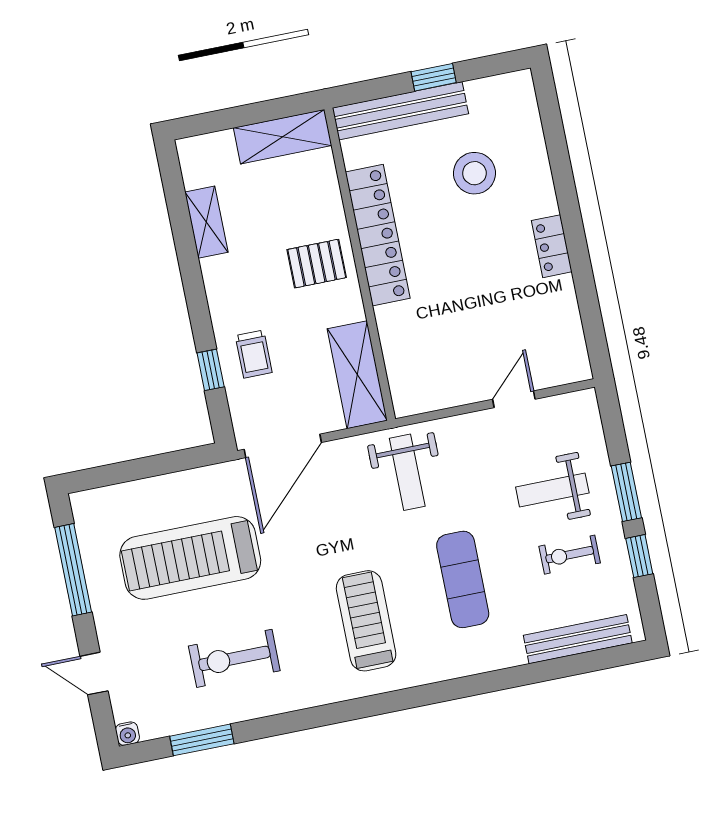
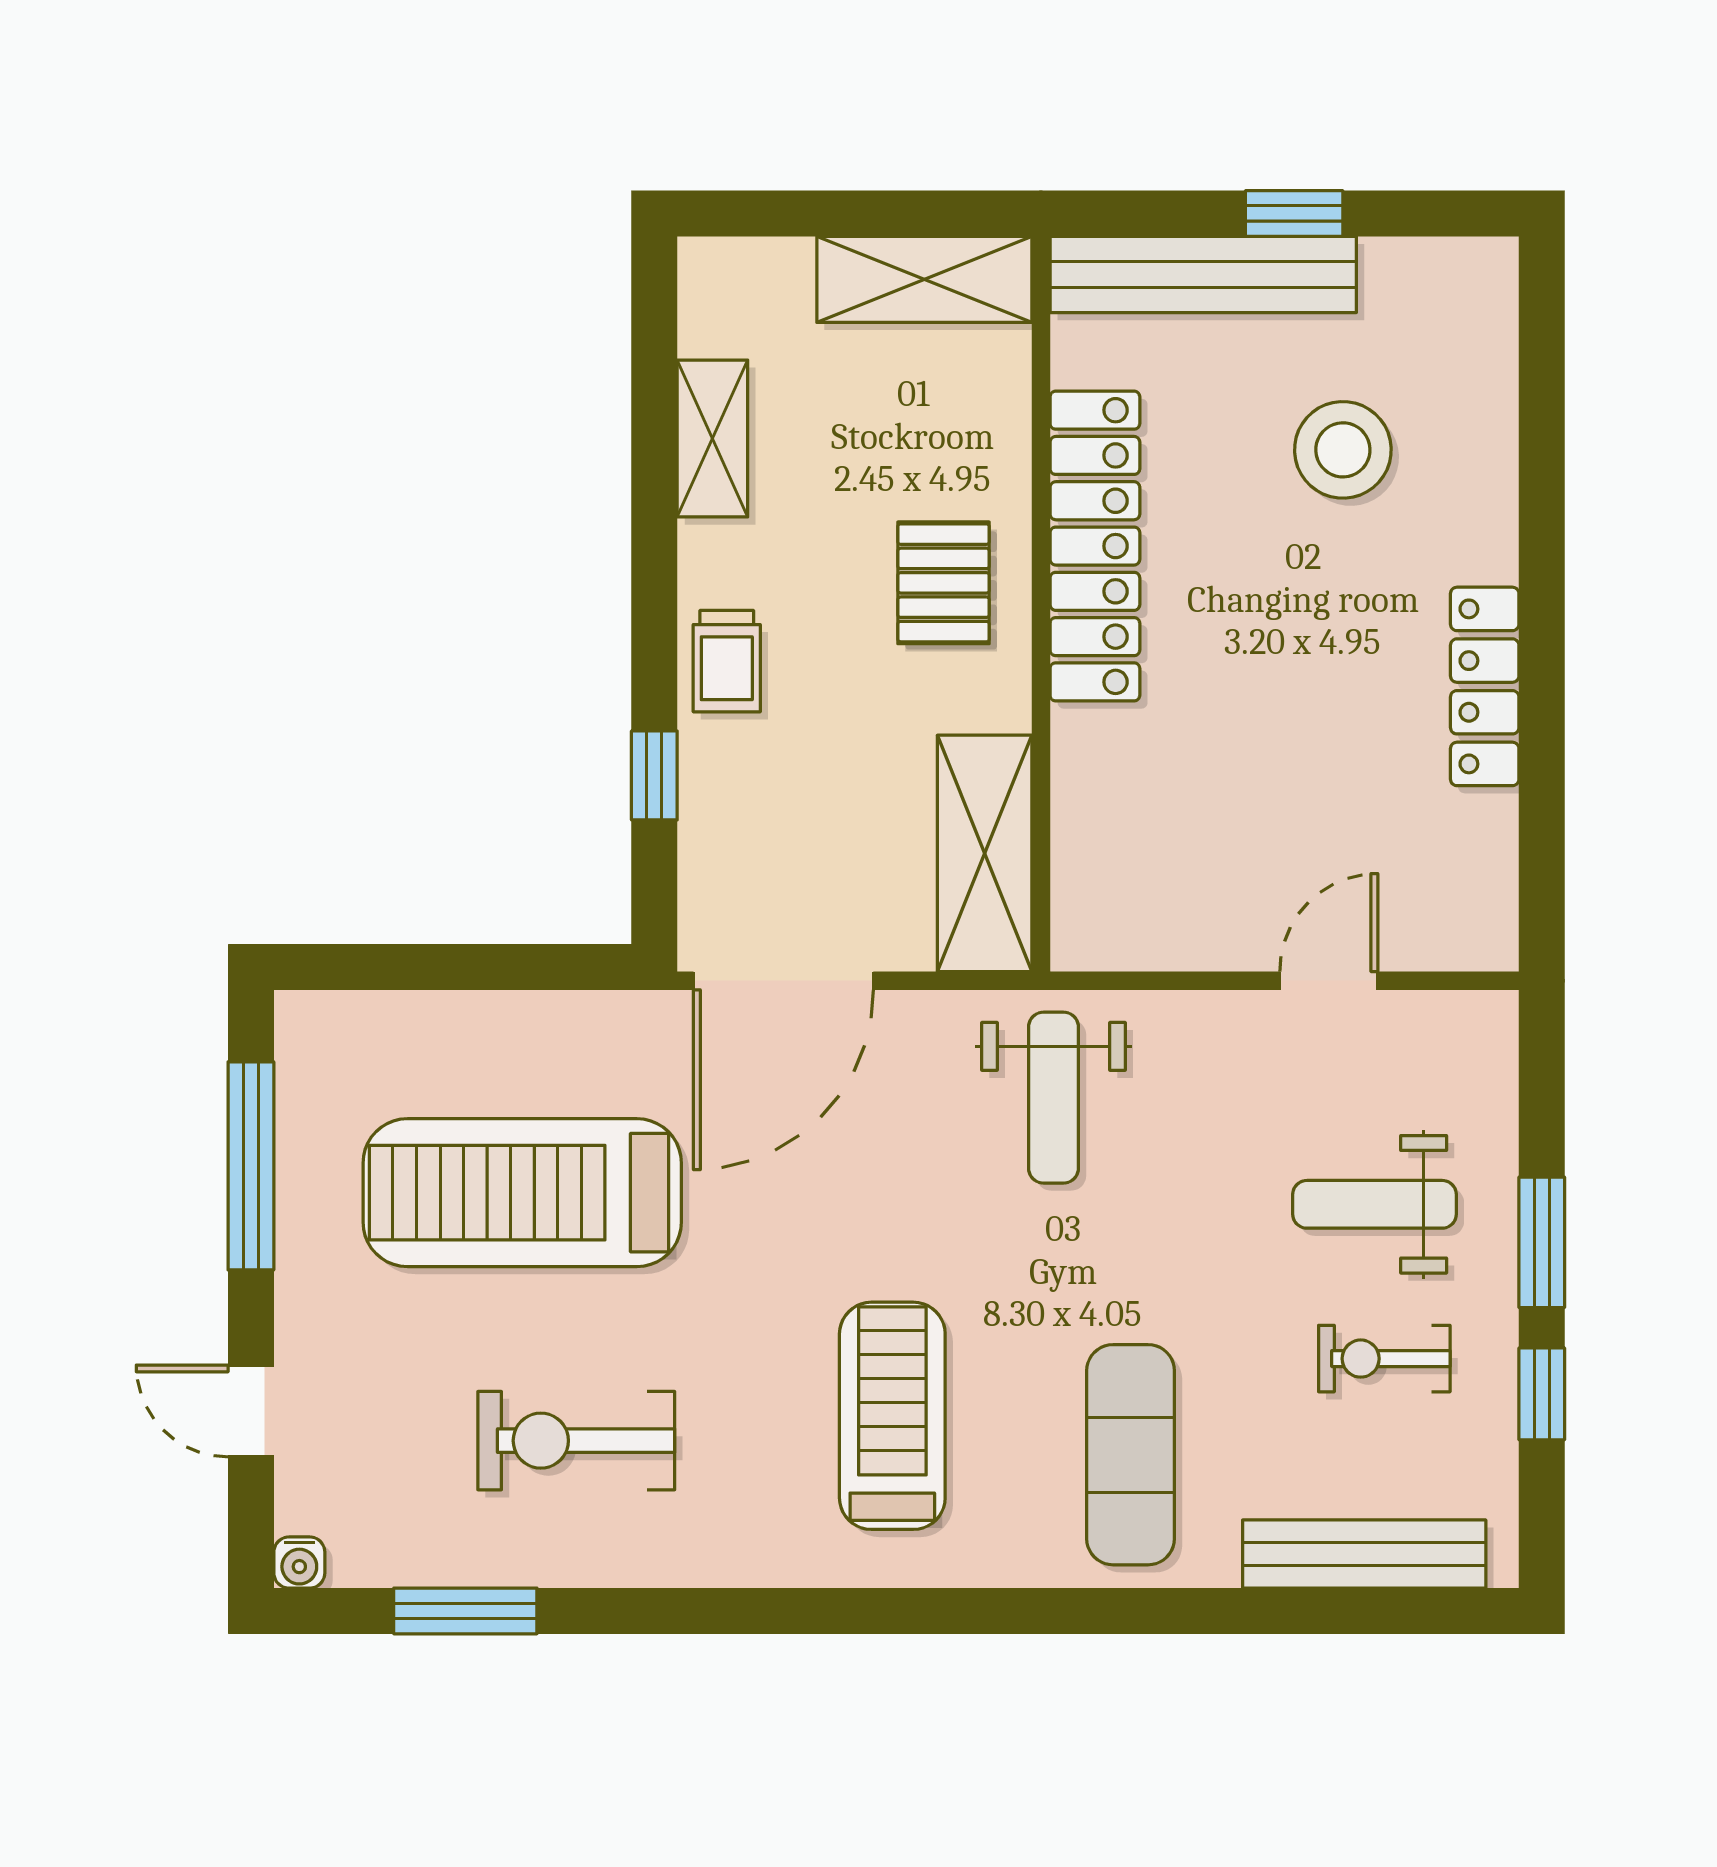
locker: (552, 246) -> (1485, 686), width x1.53
pallet: (317, 264) -> (944, 583), turned 90
trolley: (254, 354) -> (727, 661), moved
exercise mat: (463, 579) -> (1131, 1455), moved

